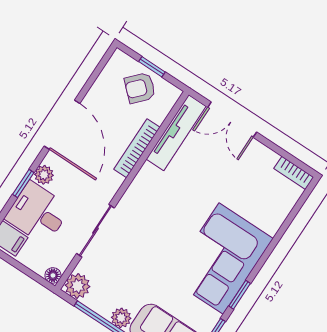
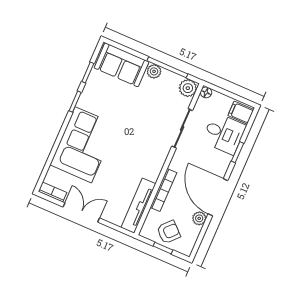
double door: (232, 120) -> (81, 213), moved
plant: (44, 175) -> (199, 218), moved
corner sofa: (221, 259) -> (83, 145), moved

